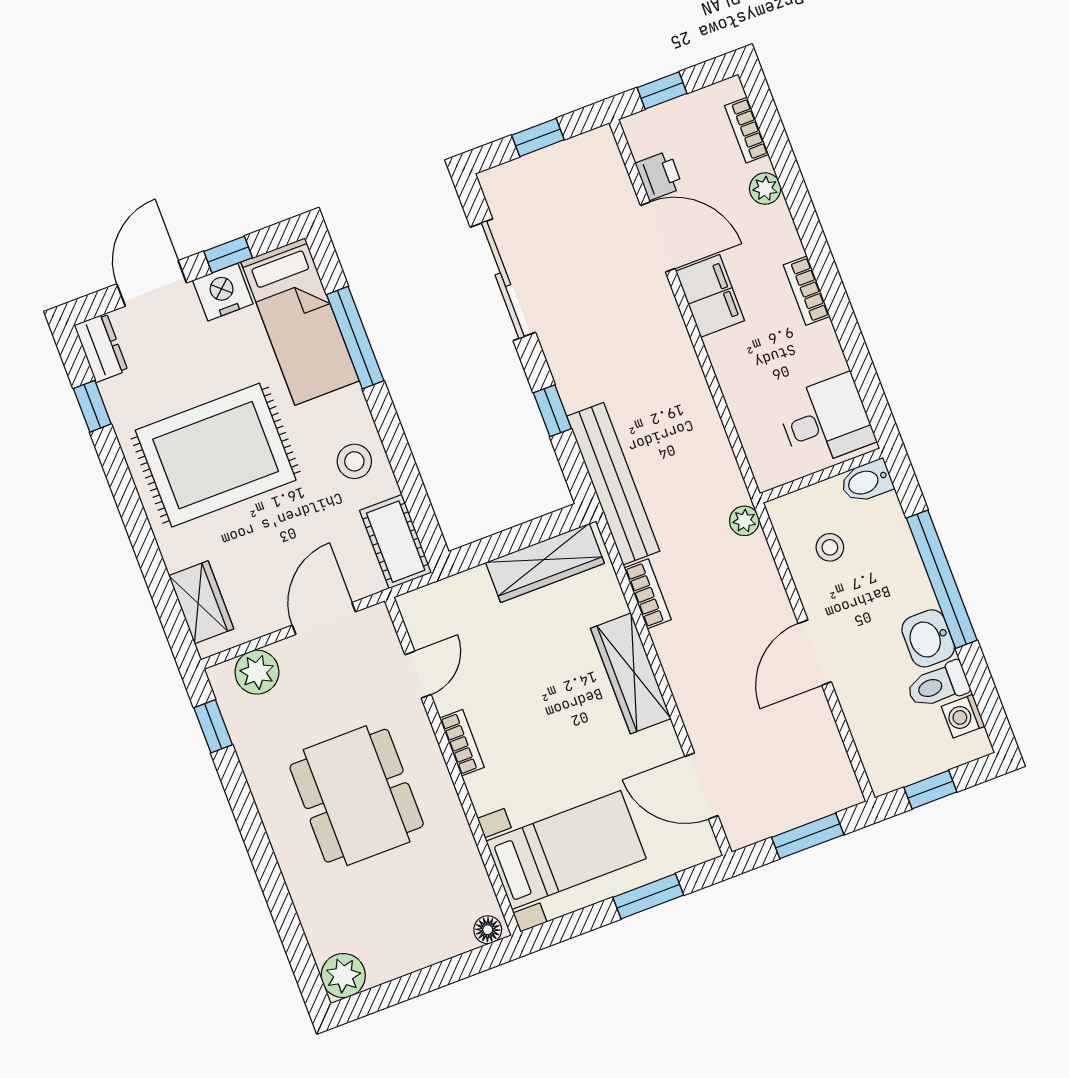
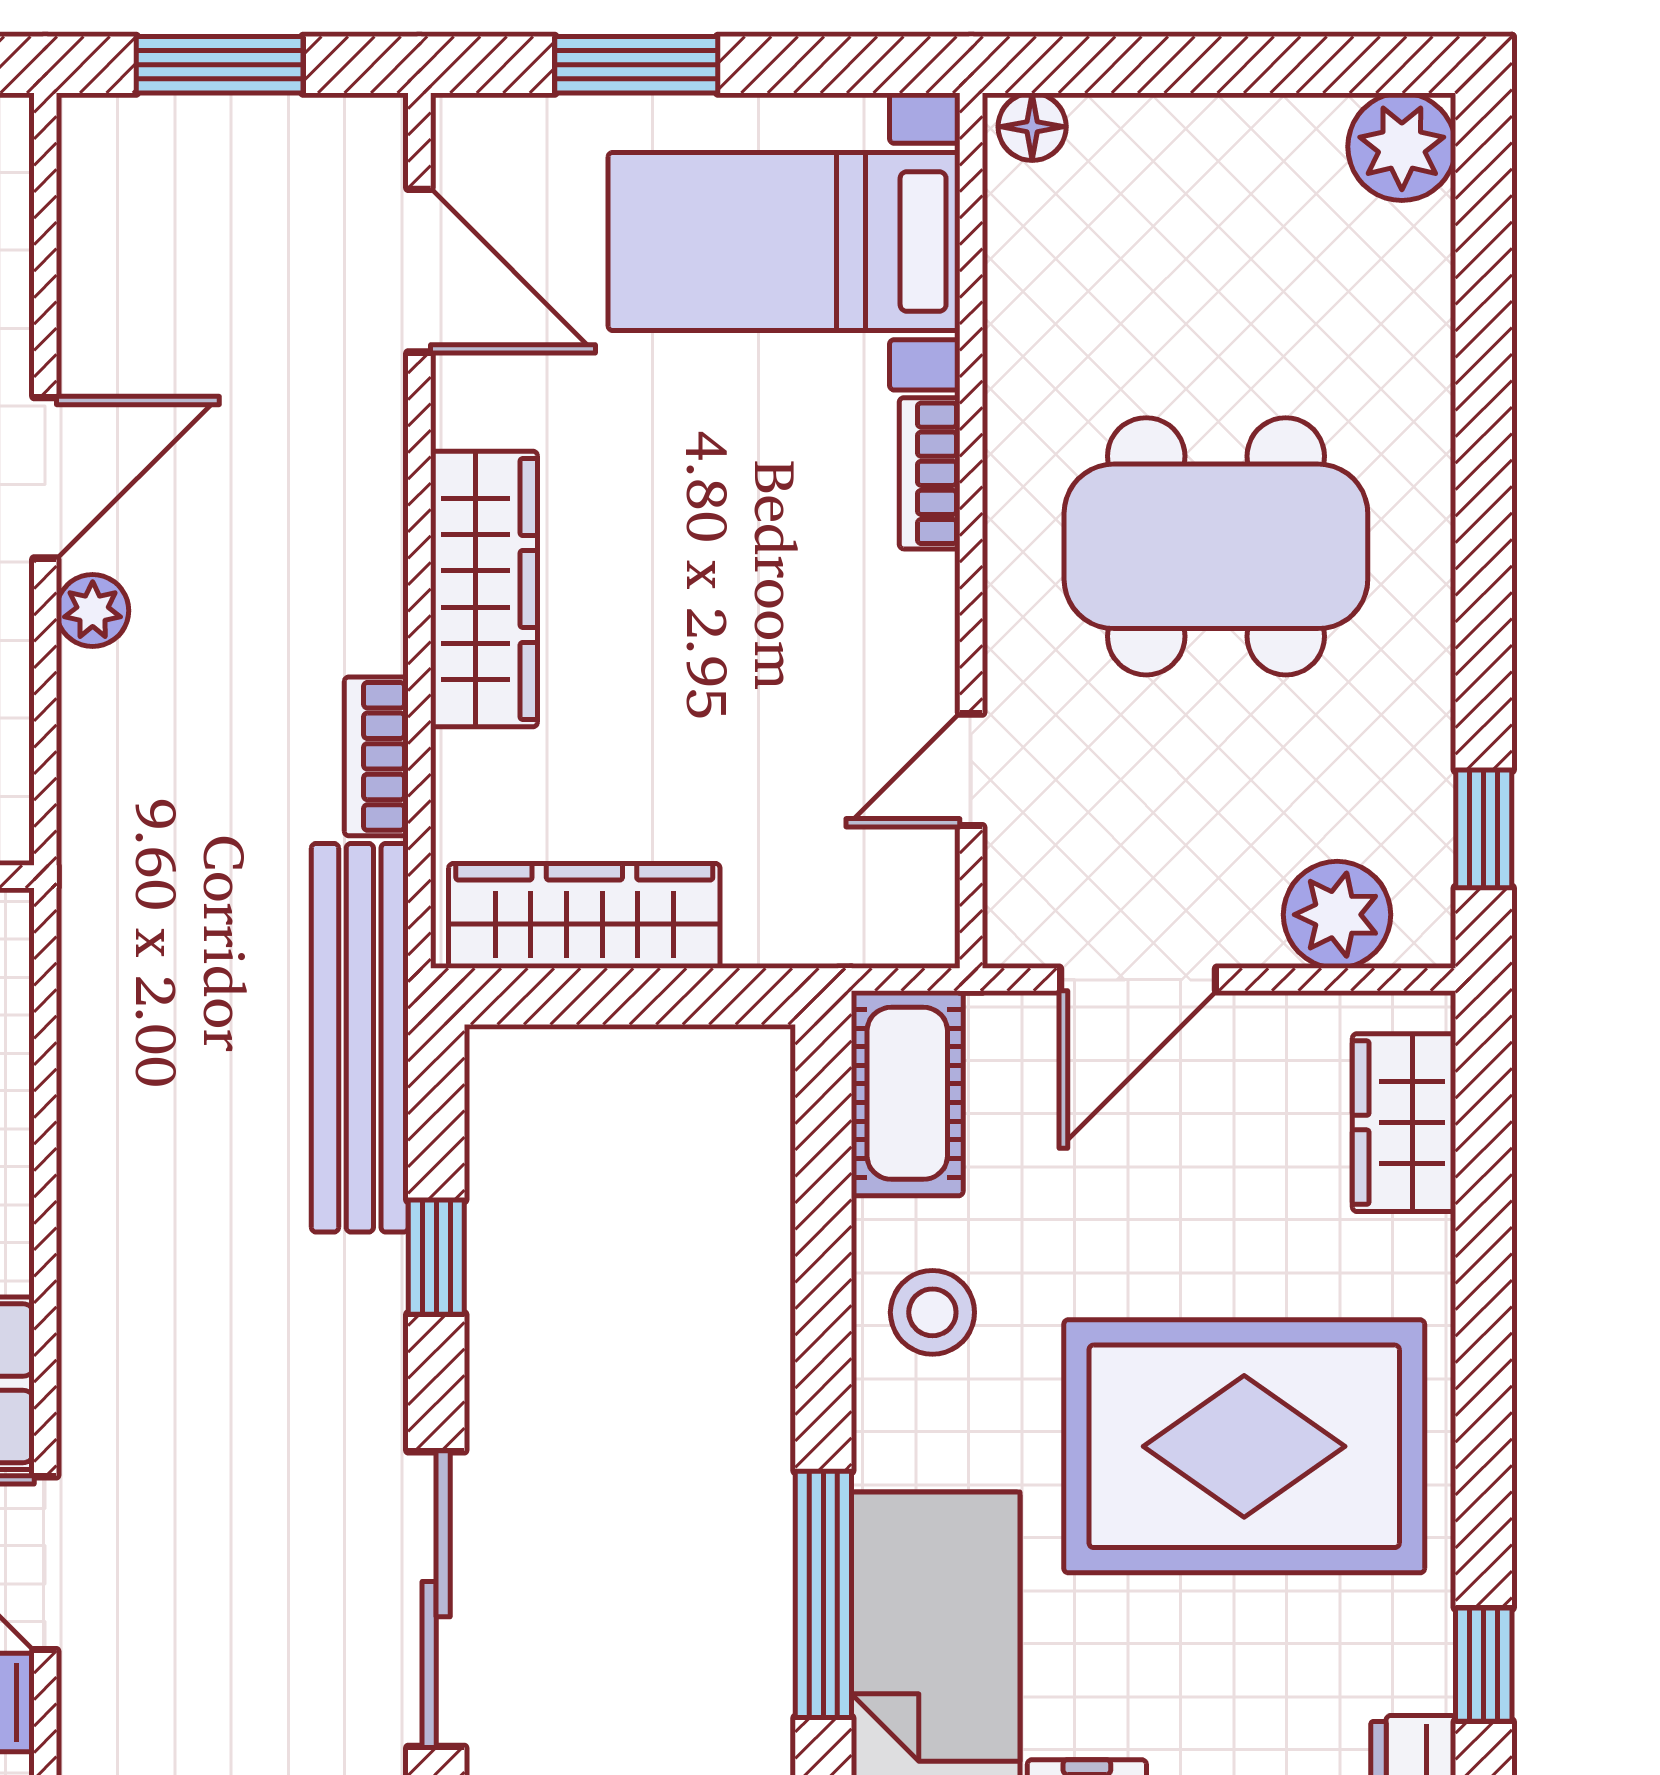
plant: (744, 521) -> (93, 611), moved
bookcase: (462, 743) -> (930, 473), moved
dining table: (357, 796) -> (1216, 546), turned 90

